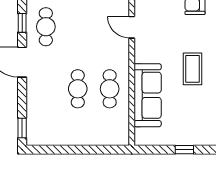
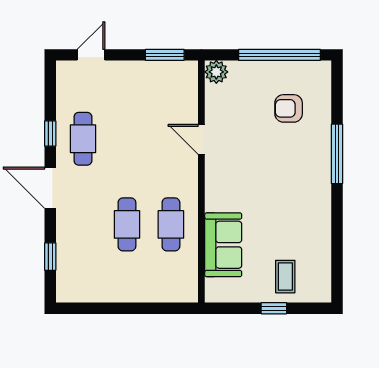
coffee table: (192, 69) -> (285, 277), moved, width x0.73, depth x0.77
sofa: (148, 95) -> (223, 245), width x0.73
window: (22, 128) -> (50, 257), moved

